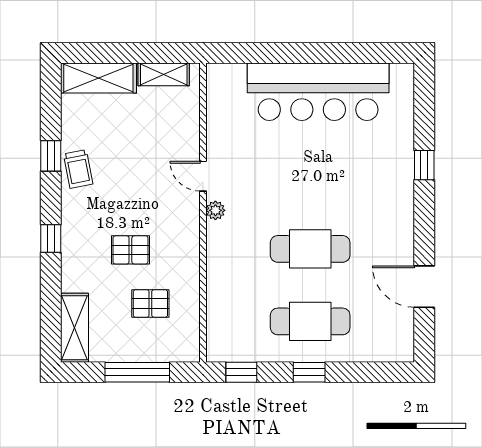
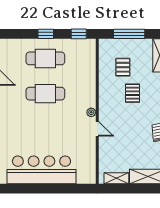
pallet: (130, 250) -> (132, 93), turned 90
pallet: (150, 303) -> (123, 67), turned 90

